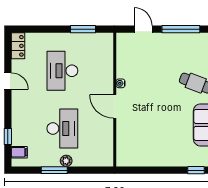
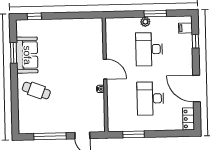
desk: (62, 71) -> (150, 98), turned 180
door: (8, 81) -> (196, 89), width x1.87

